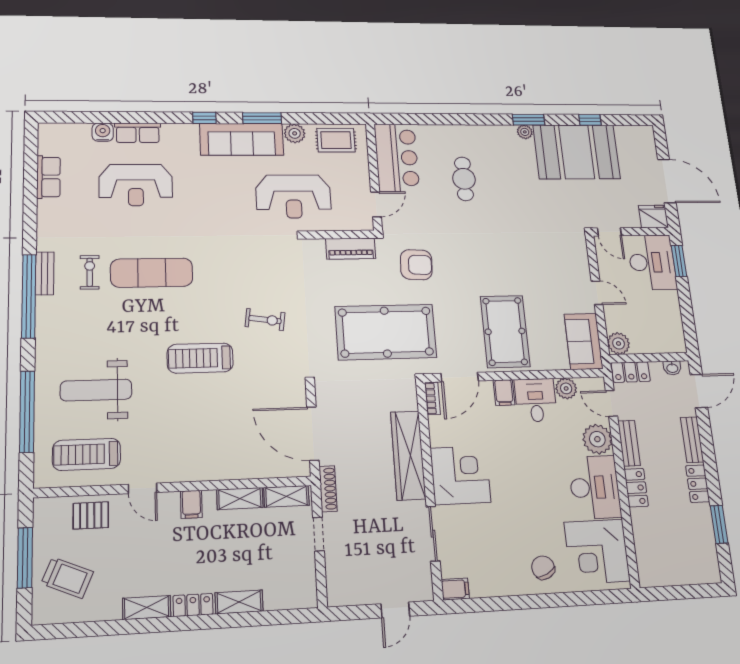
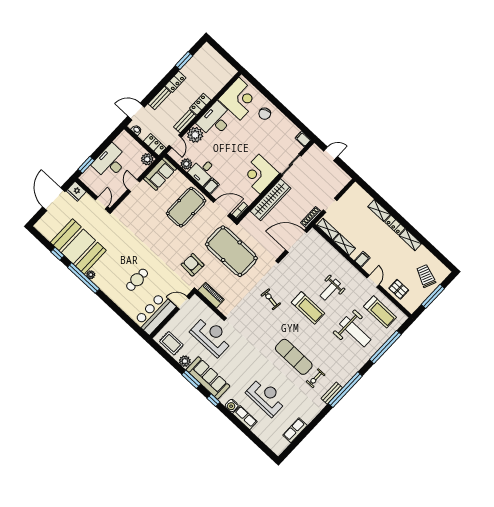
window: (529, 120) -> (83, 278), width x2.11
water cooler: (103, 132) -> (232, 406), moved
desk: (652, 262) -> (110, 162), moved
weight bench: (194, 414) -> (330, 290), added
door: (313, 434) -> (296, 241), swing flipped

